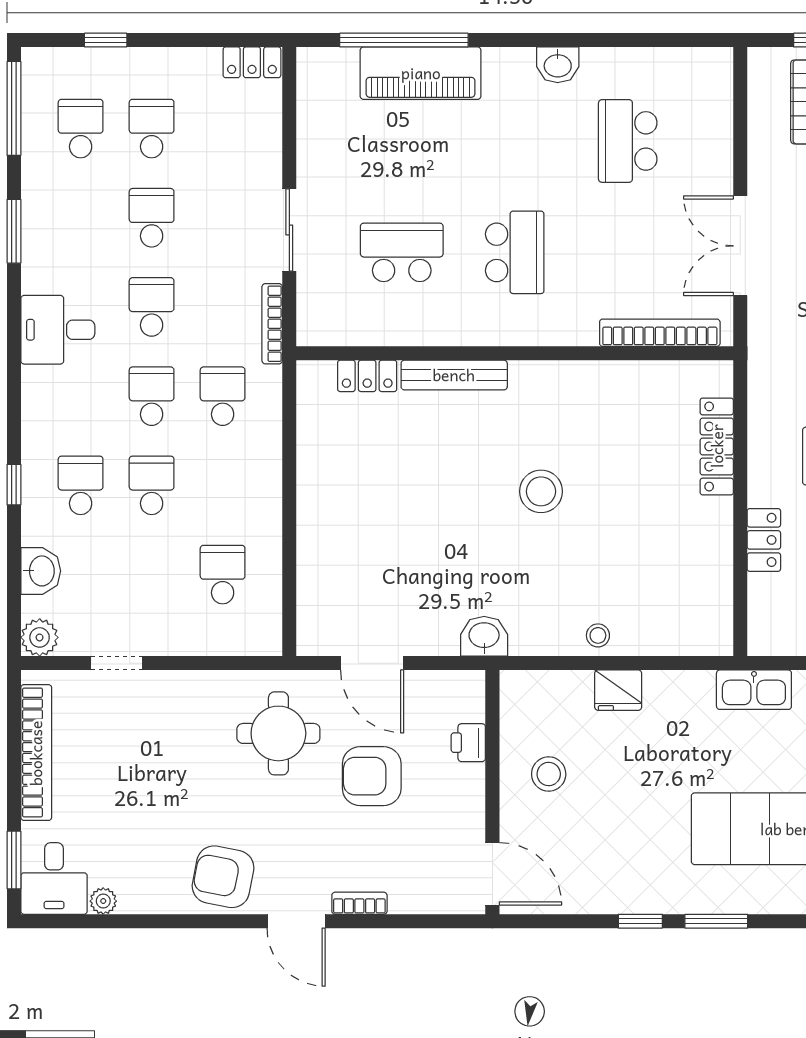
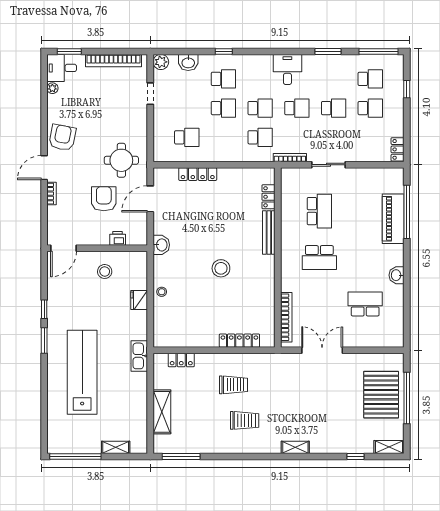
locker: (764, 540) -> (181, 360), moved
locker: (312, 548) -> (198, 174), added

